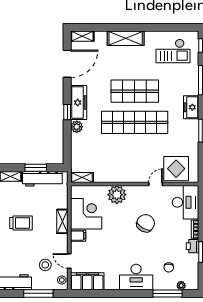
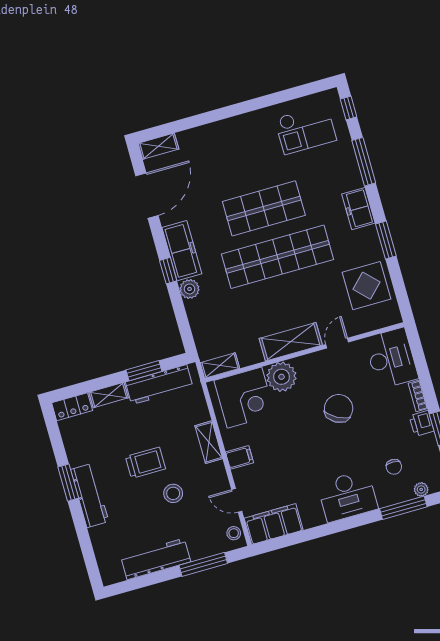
shelving: (126, 38) -> (291, 342), moved
display table: (176, 169) -> (366, 286), moved
corner desk: (86, 214) -> (245, 398), moved, turned 90
stool: (45, 265) -> (173, 493), moved

